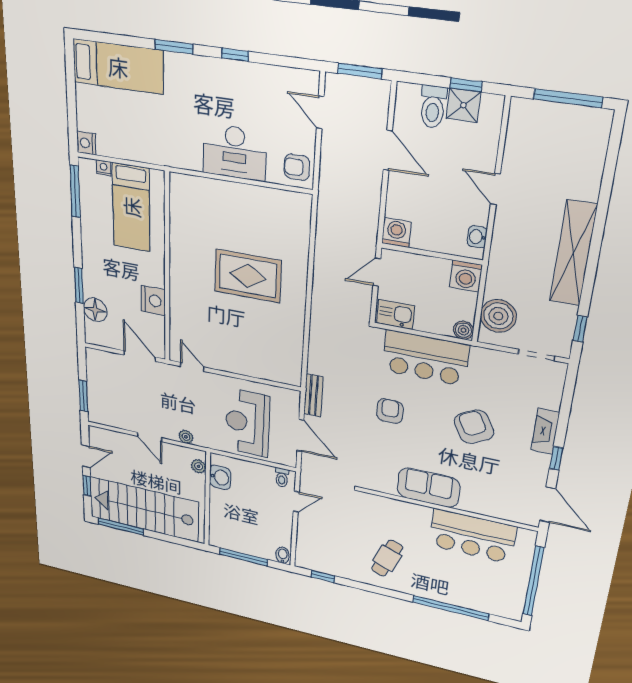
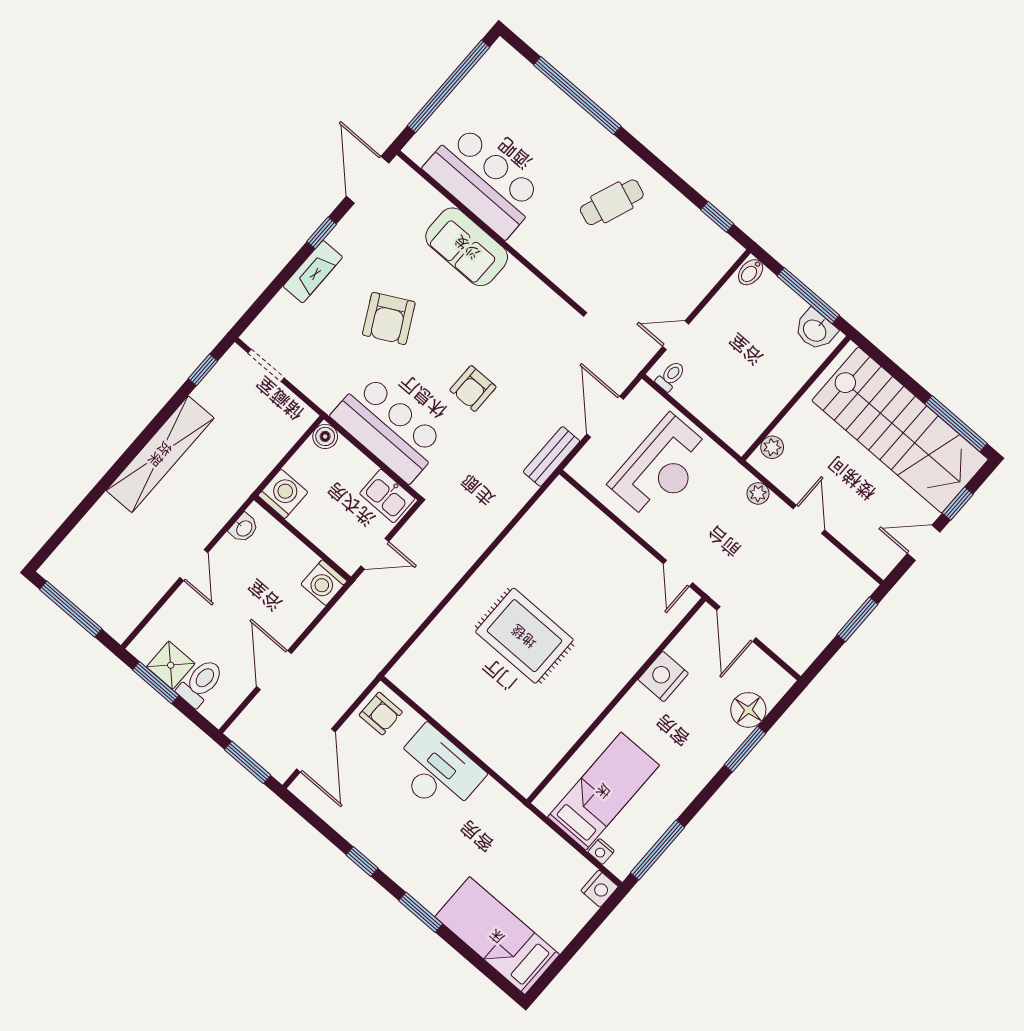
window: (466, 85) -> (156, 683), width x1.50
door: (320, 112) -> (316, 751), width x1.38
boiler: (498, 316) -> (278, 431), removed
washbasin: (220, 477) -> (815, 330), moved, turned -90
sofa: (428, 488) -> (467, 247), moved

